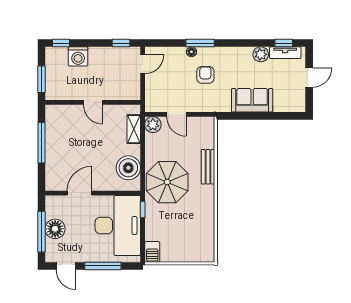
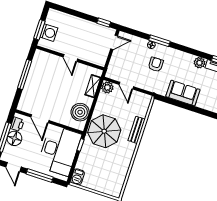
window: (61, 43) -> (61, 9), removed
washing machine: (78, 56) -> (49, 33), moved, turned -90
door: (79, 193) -> (40, 119), swing flipped
printer: (53, 210) -> (17, 124), added

